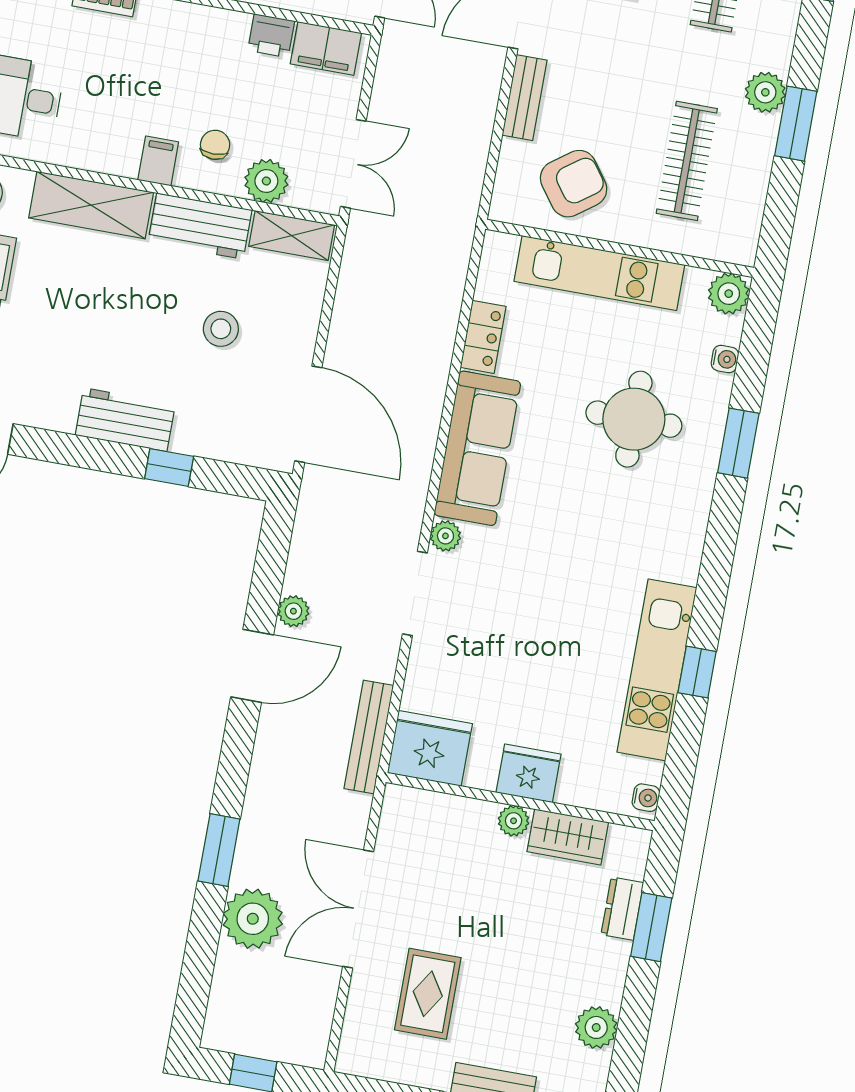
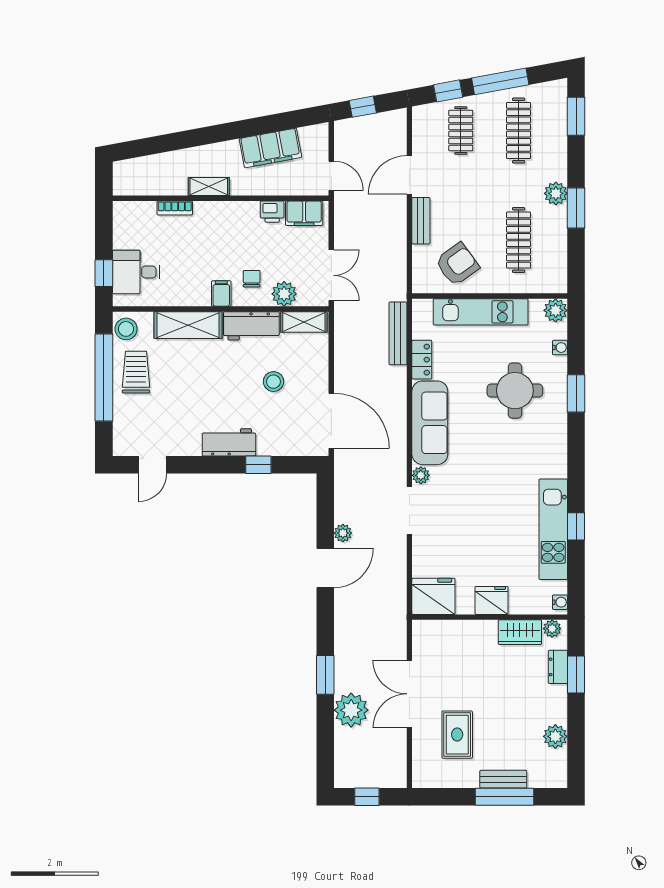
bench: (369, 737) -> (398, 333), moved
plant: (514, 821) -> (552, 629), moved

